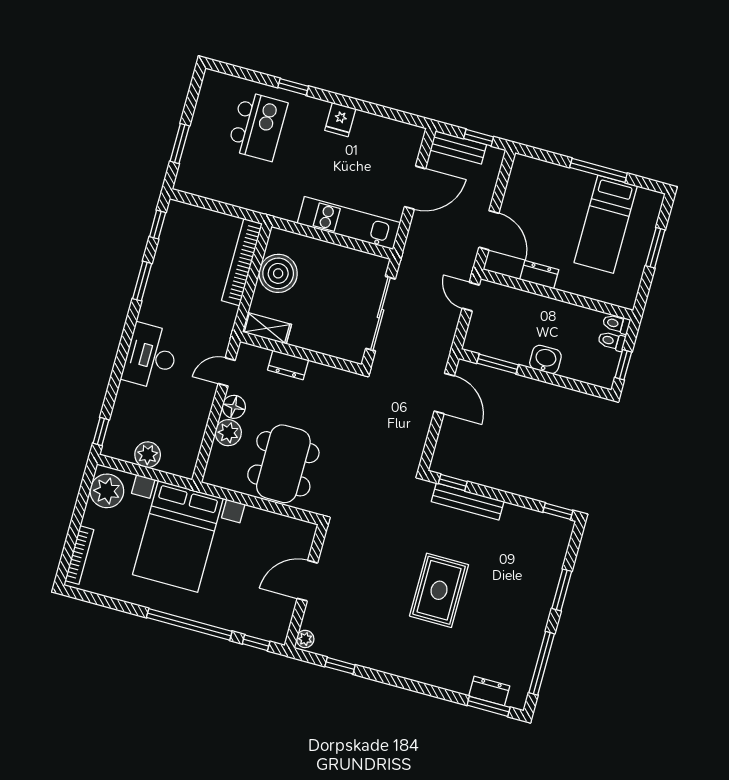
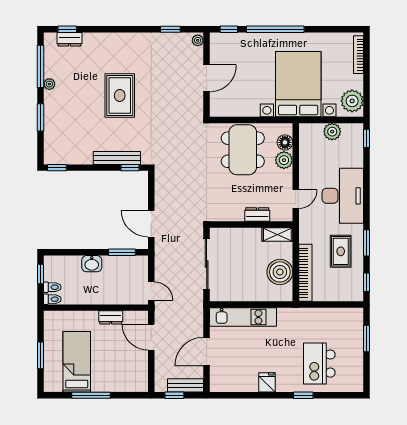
rug: (183, 279) -> (341, 251), added
desk: (151, 356) -> (343, 196), width x1.36, depth x1.30
floor lamp: (234, 407) -> (285, 142), moved
plant: (536, 634) -> (49, 84), added
window: (489, 706) -> (67, 29), width x0.67

